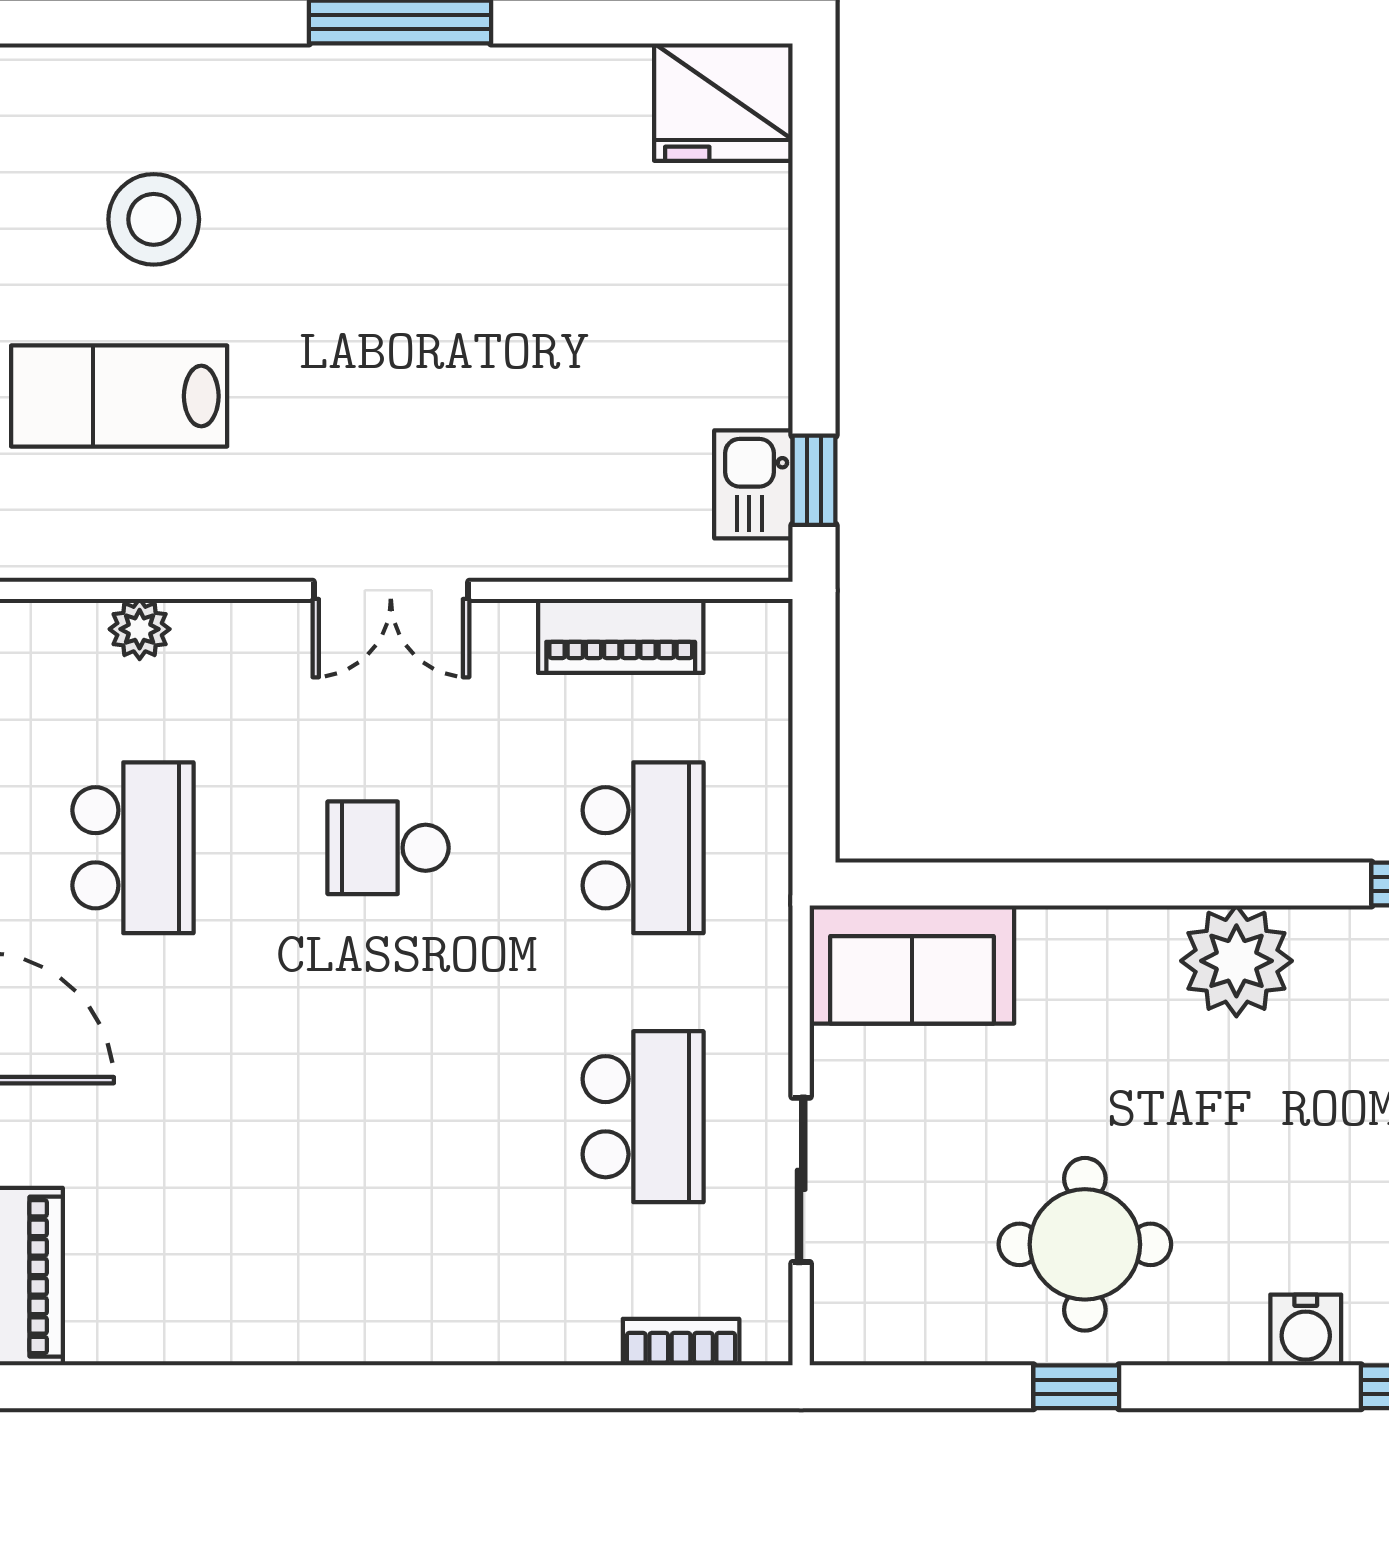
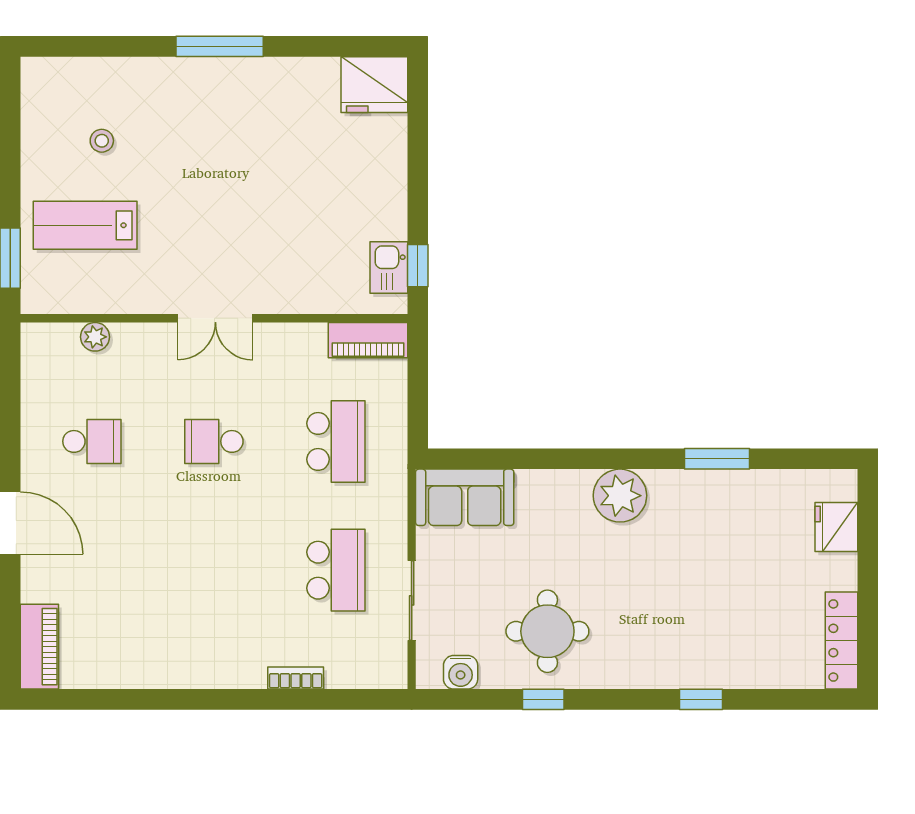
stool: (154, 219) -> (102, 141), width x0.53, depth x0.53
piano: (621, 636) -> (368, 340), moved
school desk: (133, 848) -> (92, 441), width x0.54
water cooler: (1306, 1330) -> (461, 672), moved
bookcase: (681, 1342) -> (296, 678), moved

